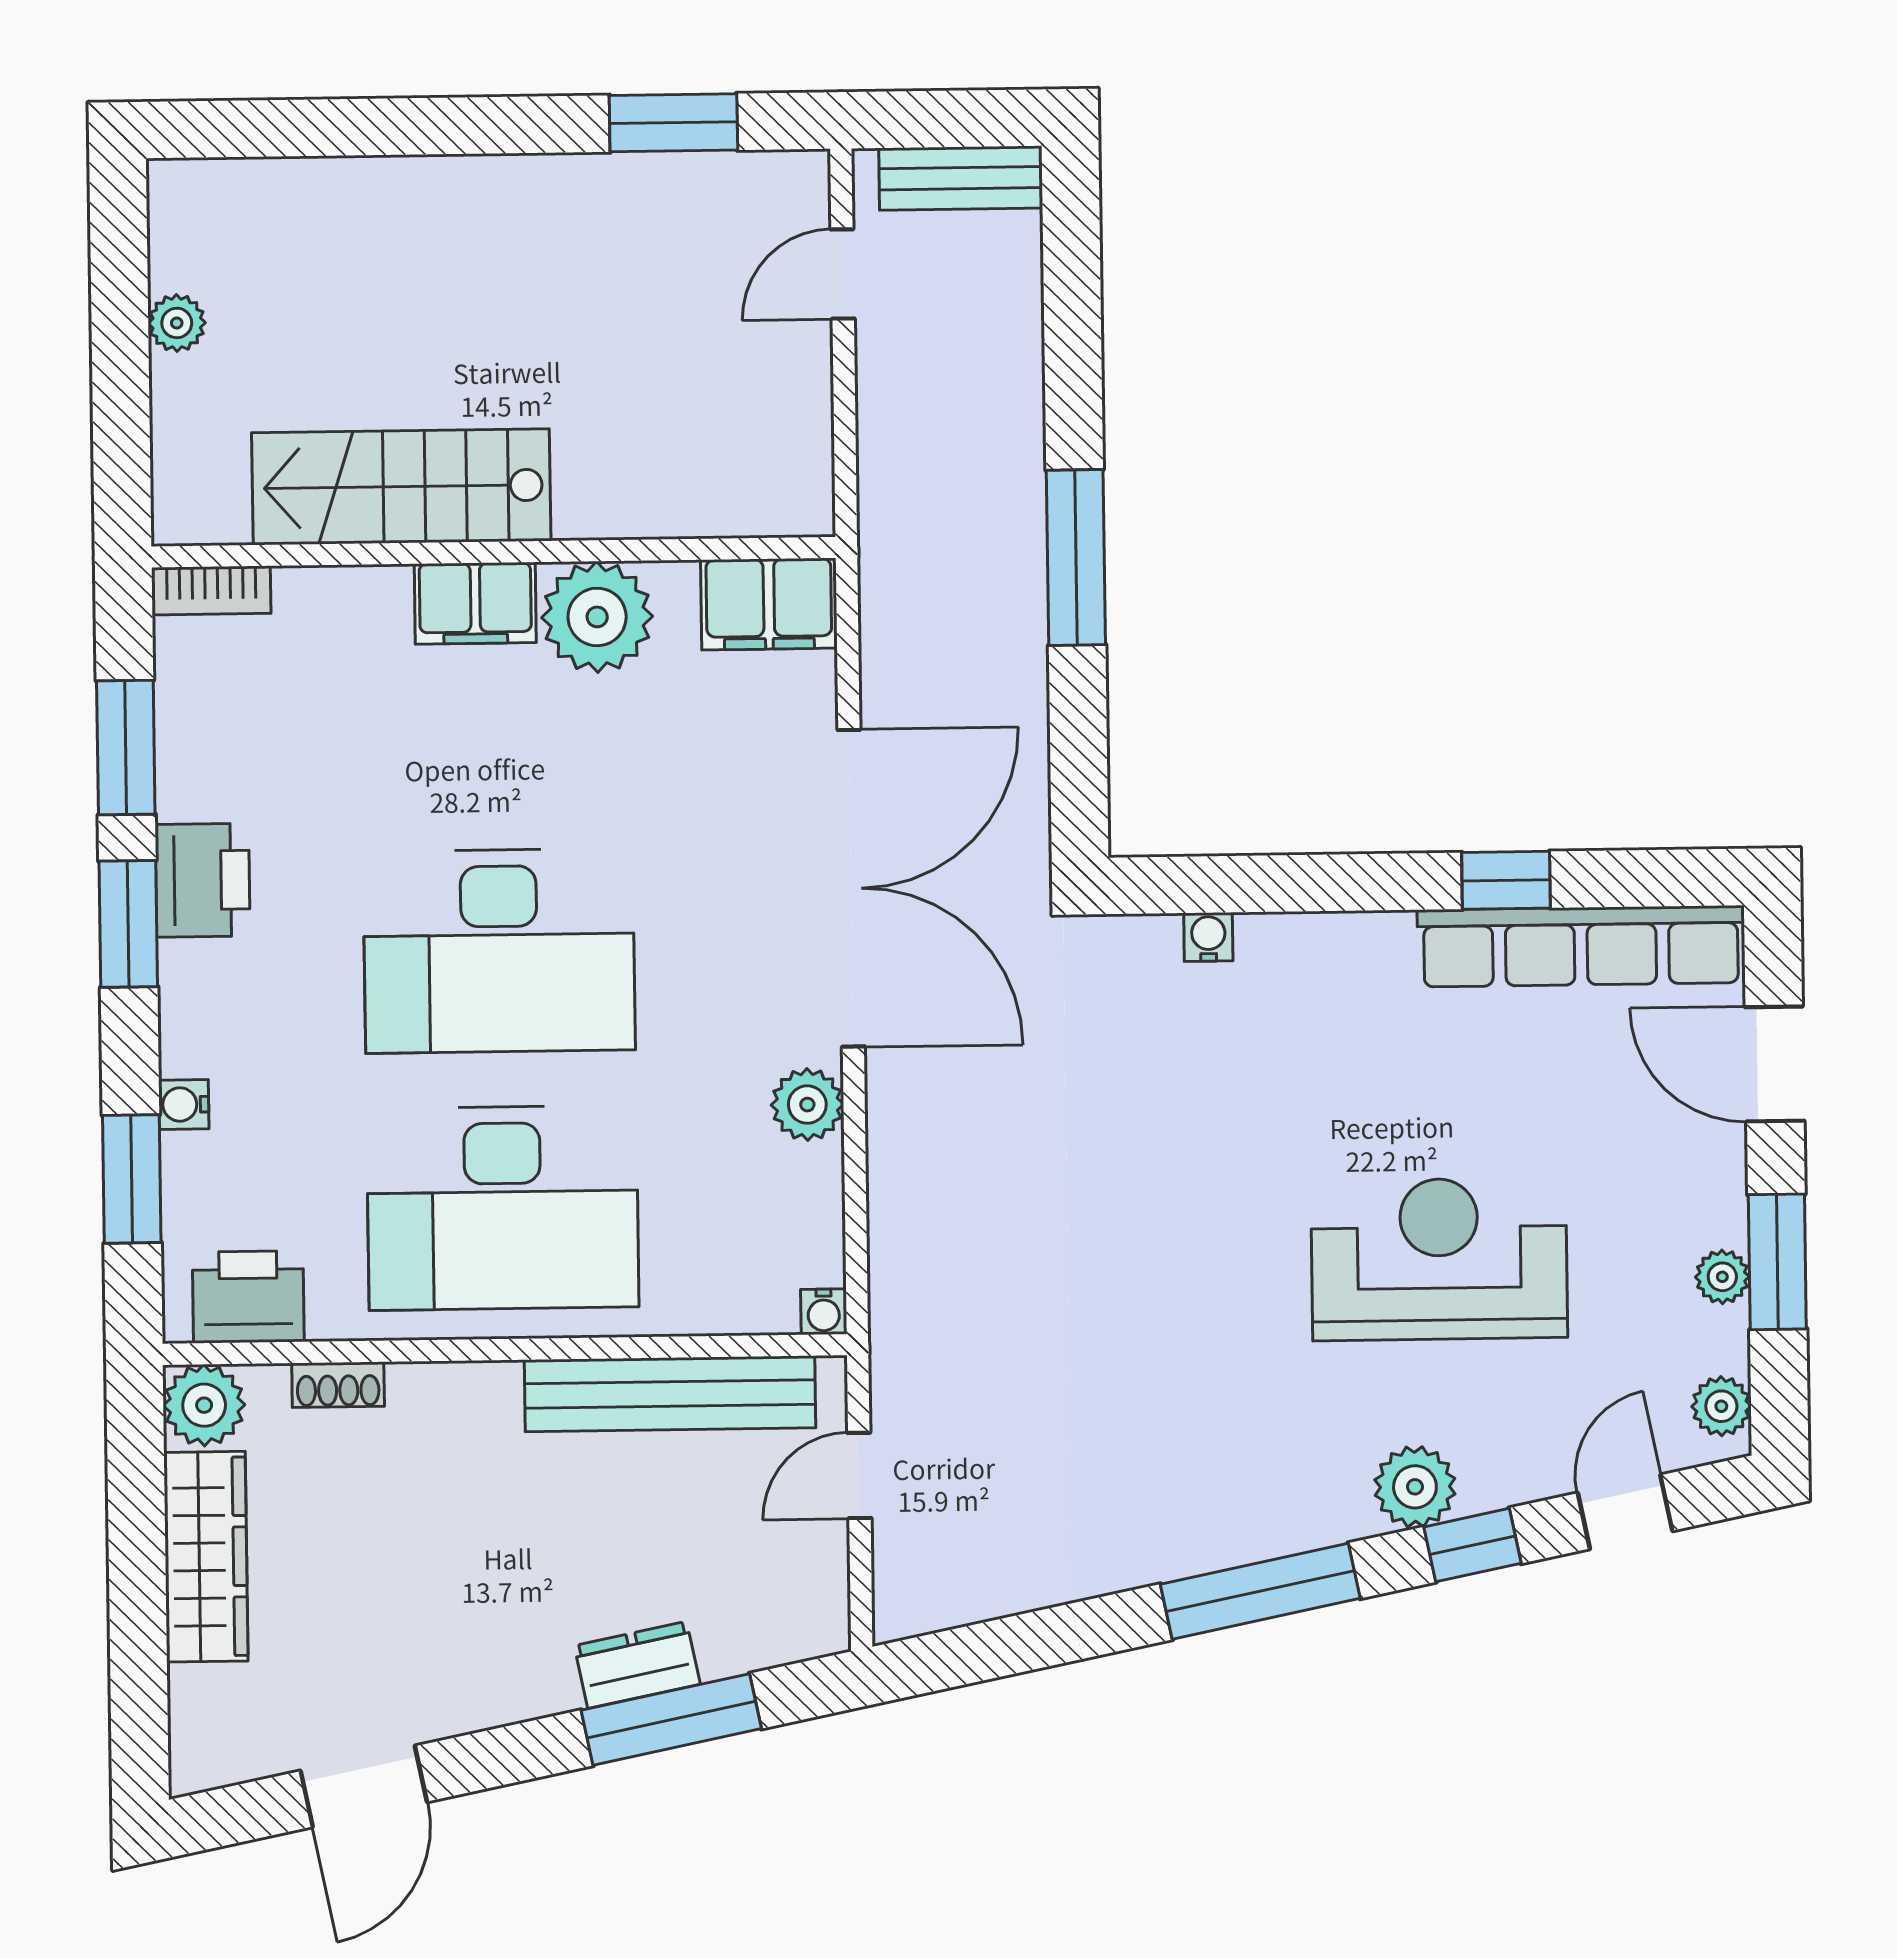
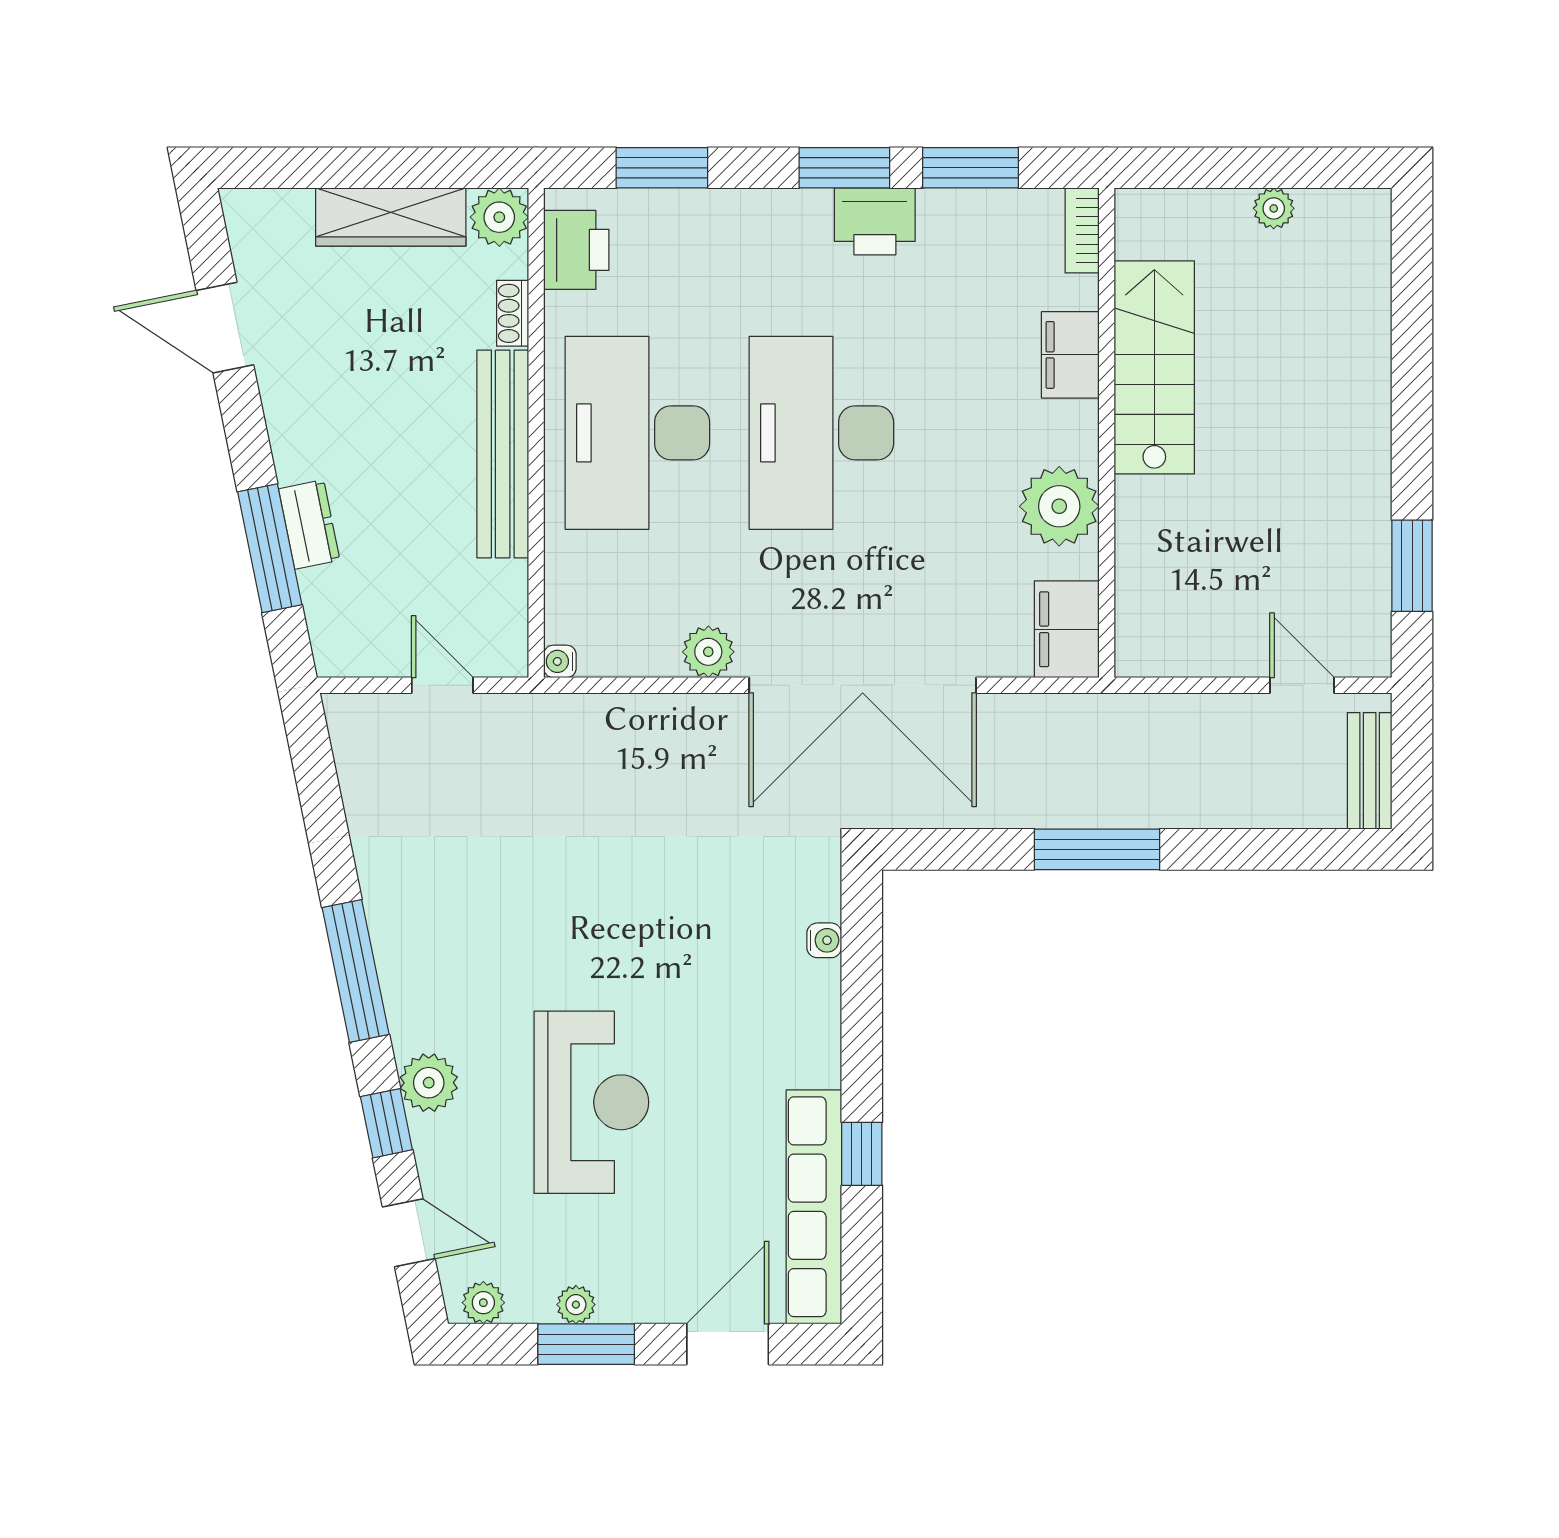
filing cabinet: (475, 603) -> (1070, 355), moved
water cooler: (184, 1104) -> (715, 206), removed
bench: (670, 1394) -> (503, 454), moved

